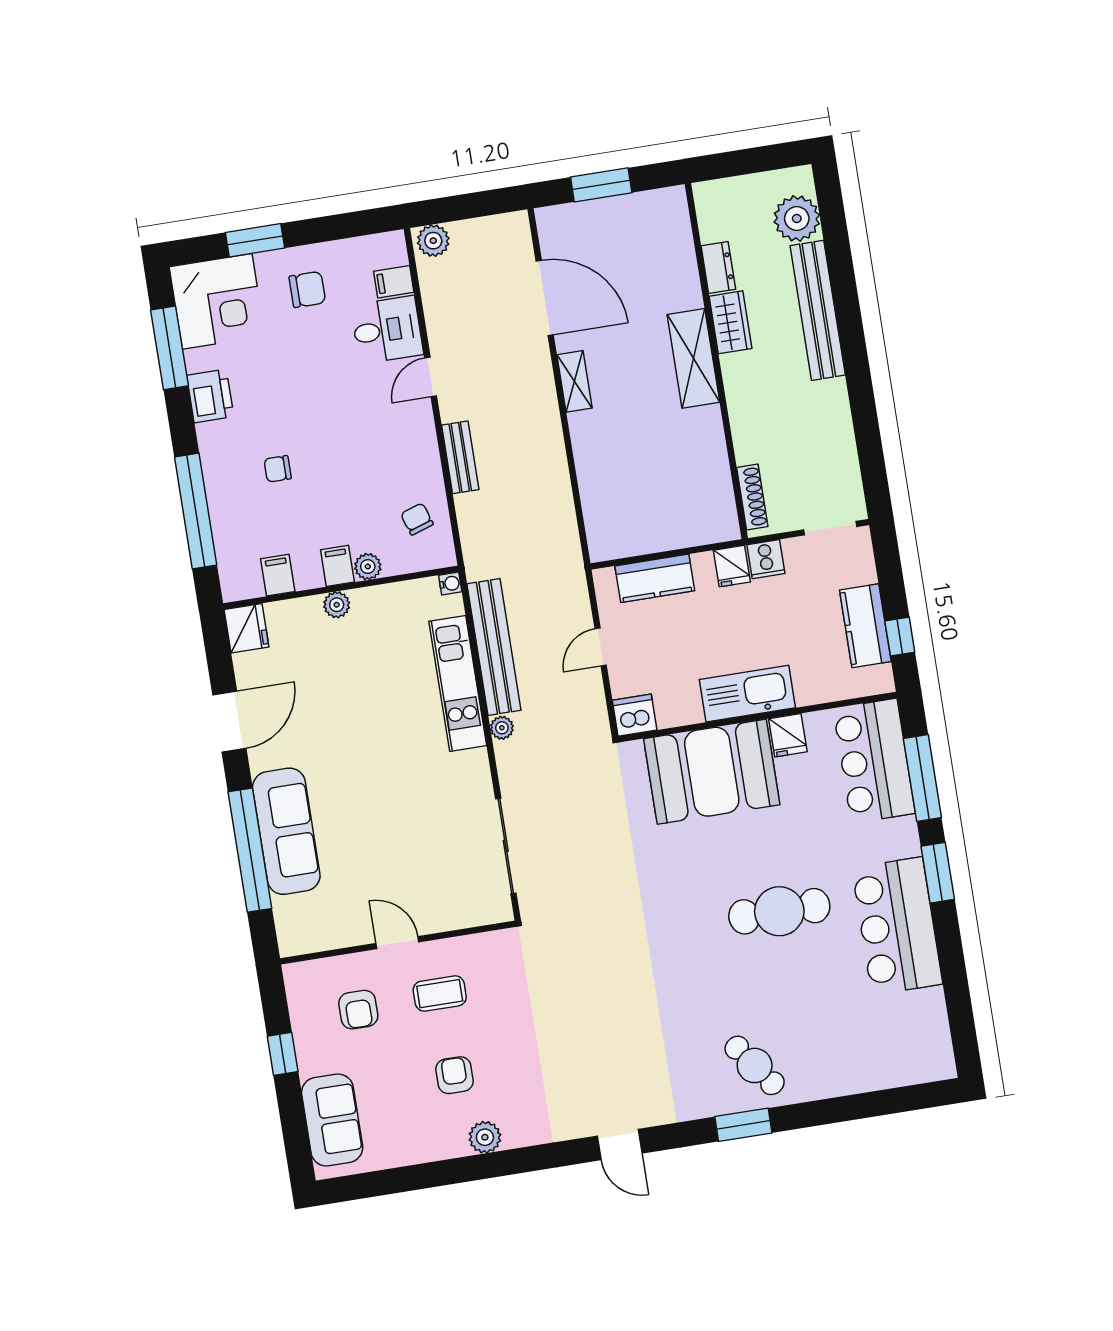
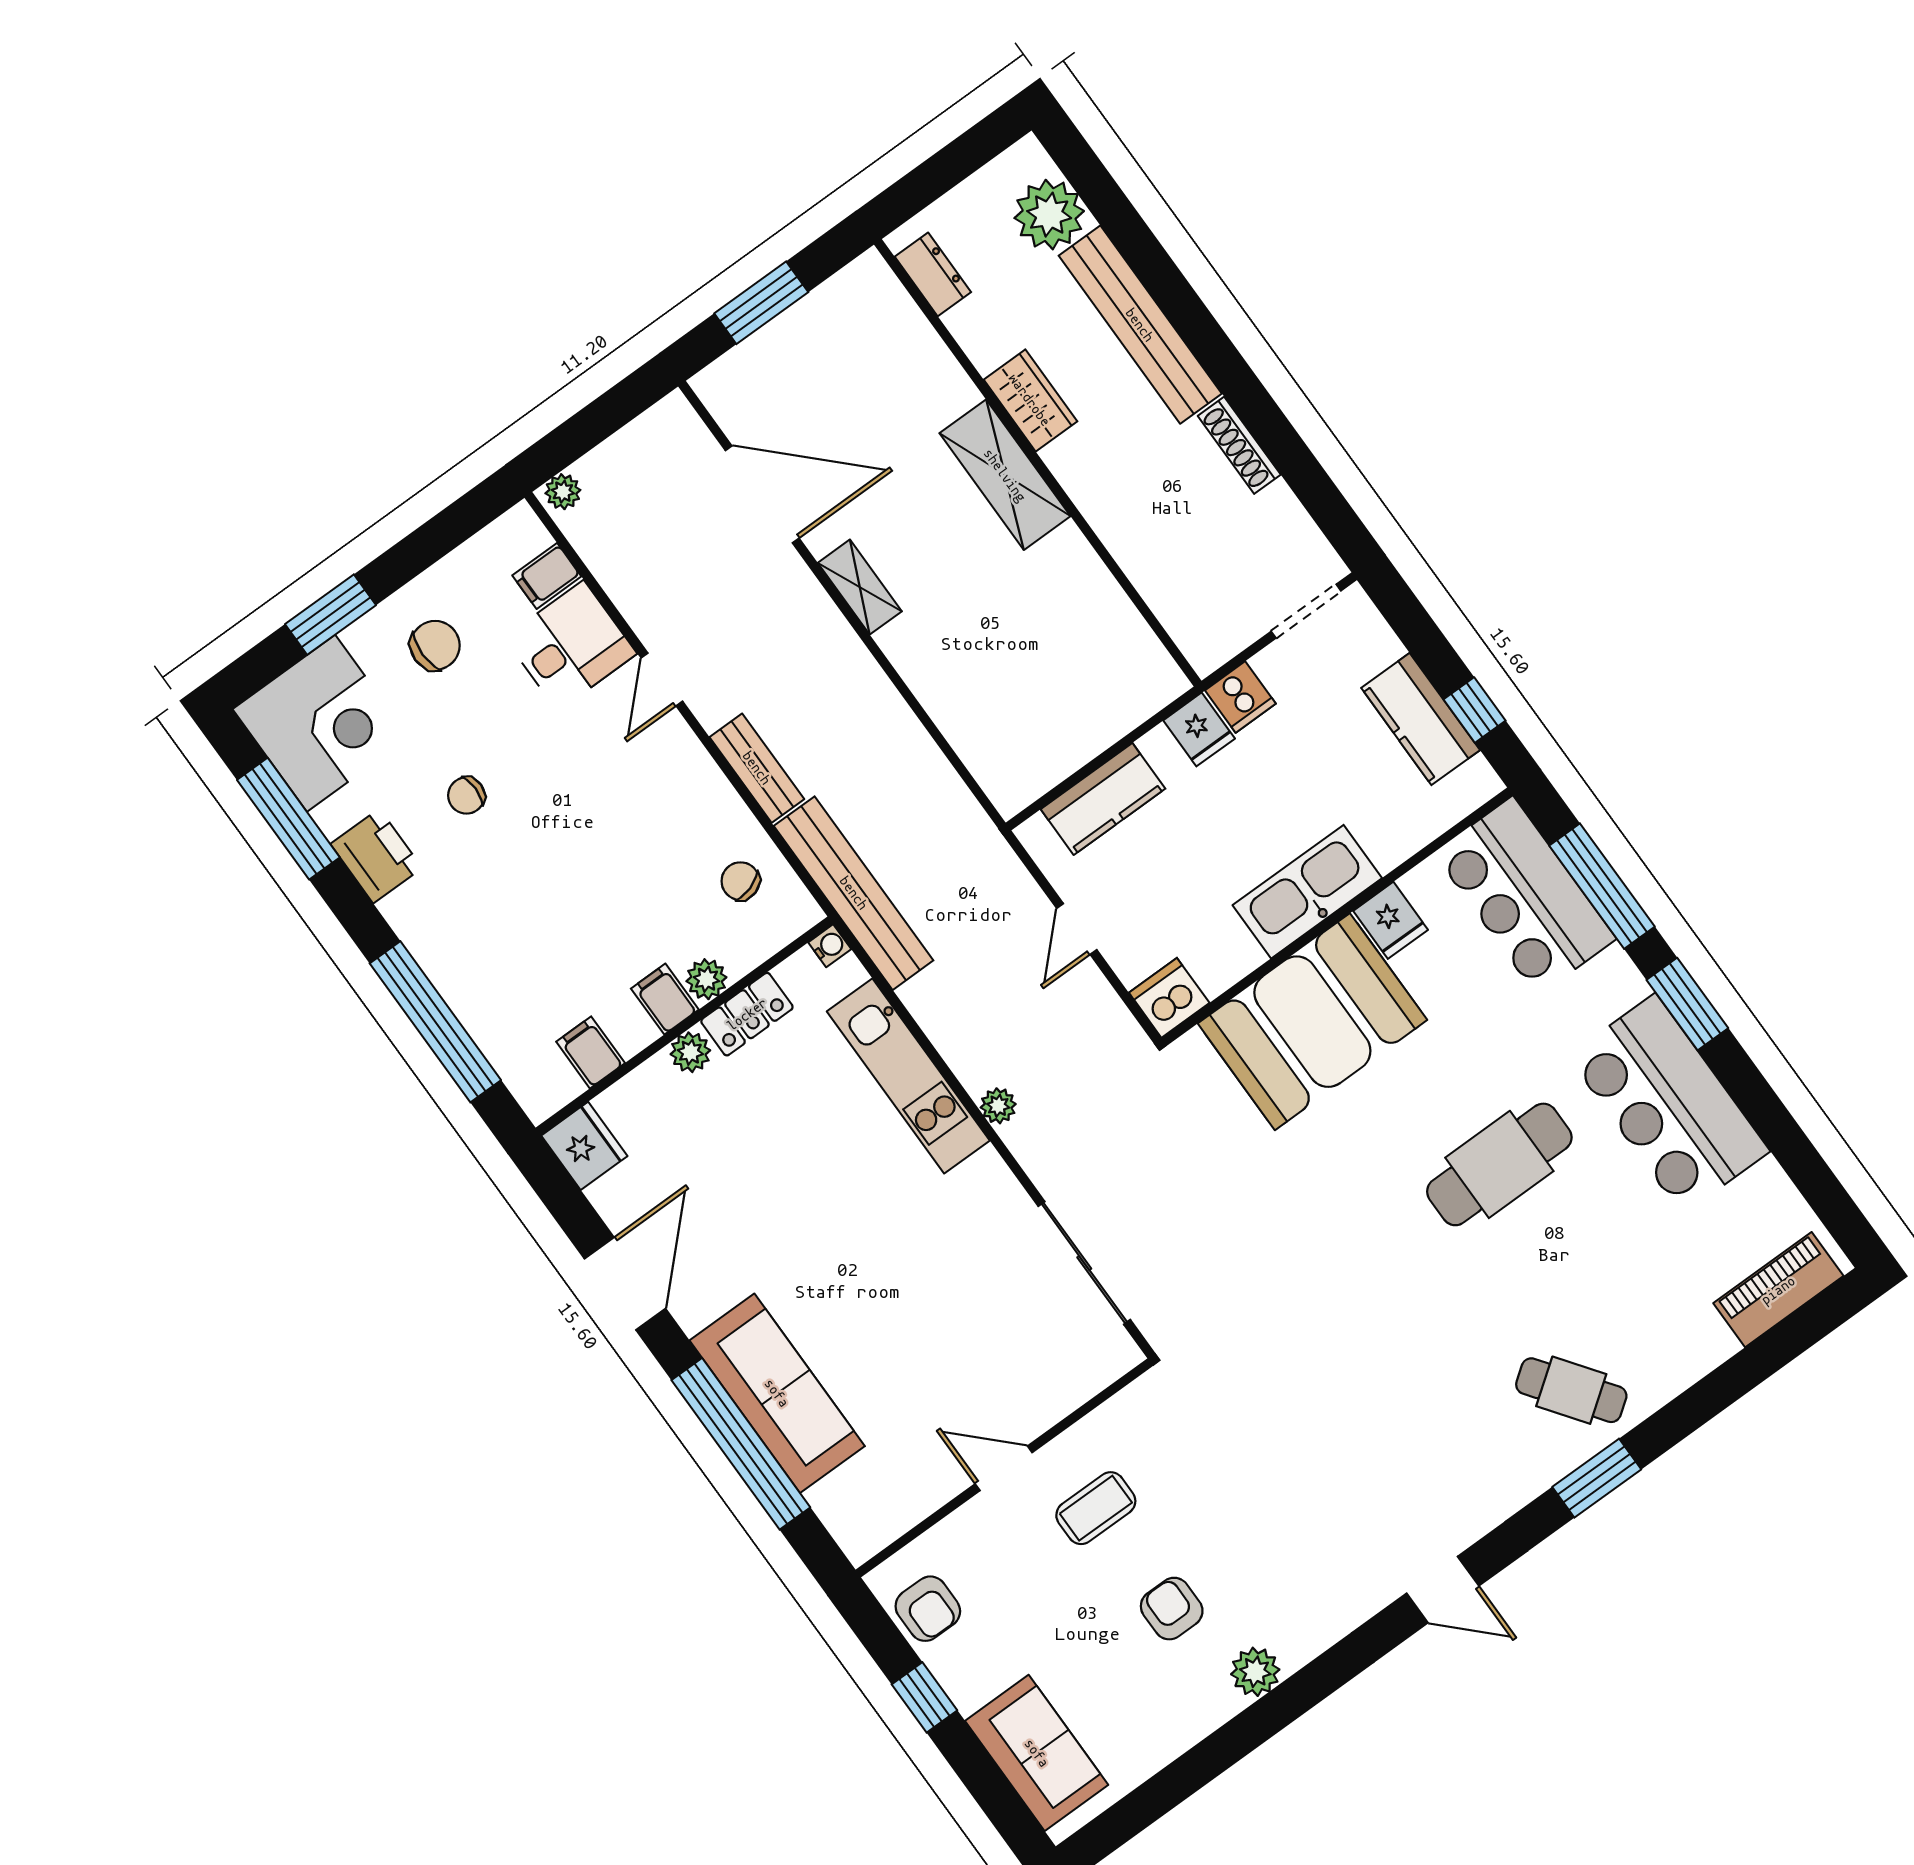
plant: (433, 241) -> (563, 492), width x0.73, depth x0.73
dresser: (718, 267) -> (933, 274), moved
chair: (278, 469) -> (466, 795), moved
shoe rack: (752, 497) -> (1239, 445), moved, turned 180
locker: (381, 599) -> (747, 1014), added
bench: (494, 647) -> (854, 893), moved
armchair: (358, 1010) -> (928, 1609), moved
piano: (906, 1068) -> (1778, 1290), added

